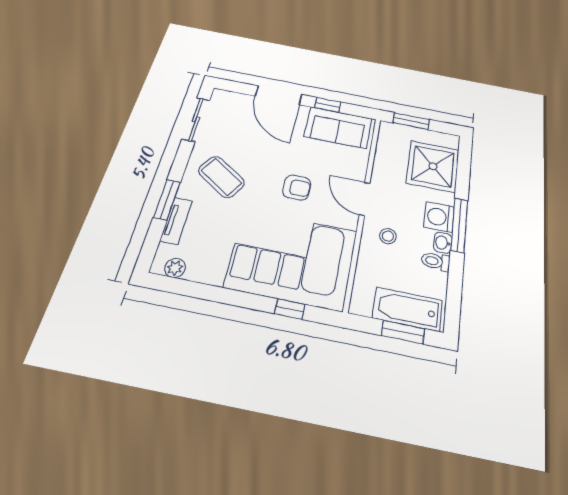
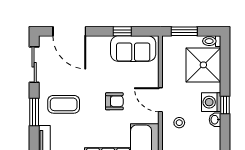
door: (279, 95) -> (69, 31), moved
coffee table: (221, 177) -> (64, 104), turned -33
window: (167, 200) -> (34, 112), moved
window: (459, 225) -> (225, 105), width x0.46
toilet: (436, 261) -> (212, 41), moved

